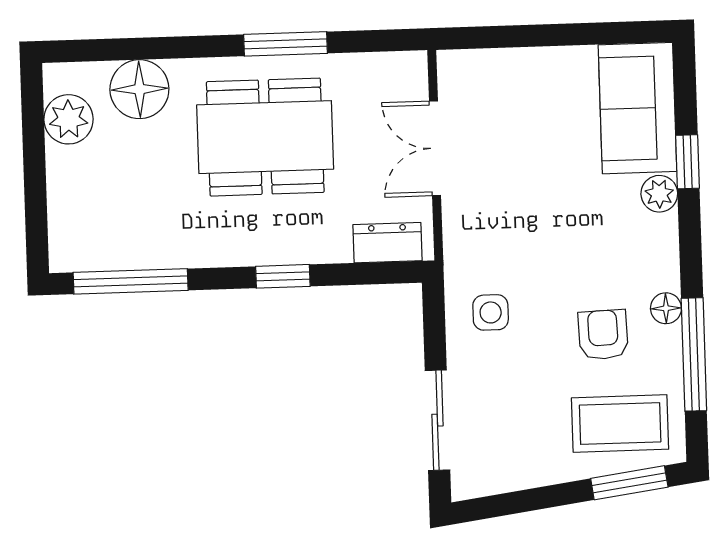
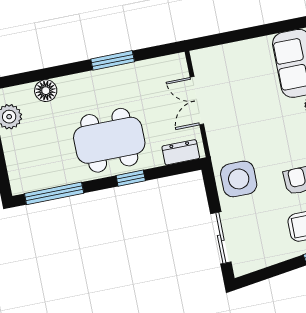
floor lamp: (139, 89) -> (46, 91), width x0.73, depth x0.73
dining table: (265, 137) -> (109, 140), moved
side table: (491, 312) -> (239, 179), width x1.87, depth x1.87

